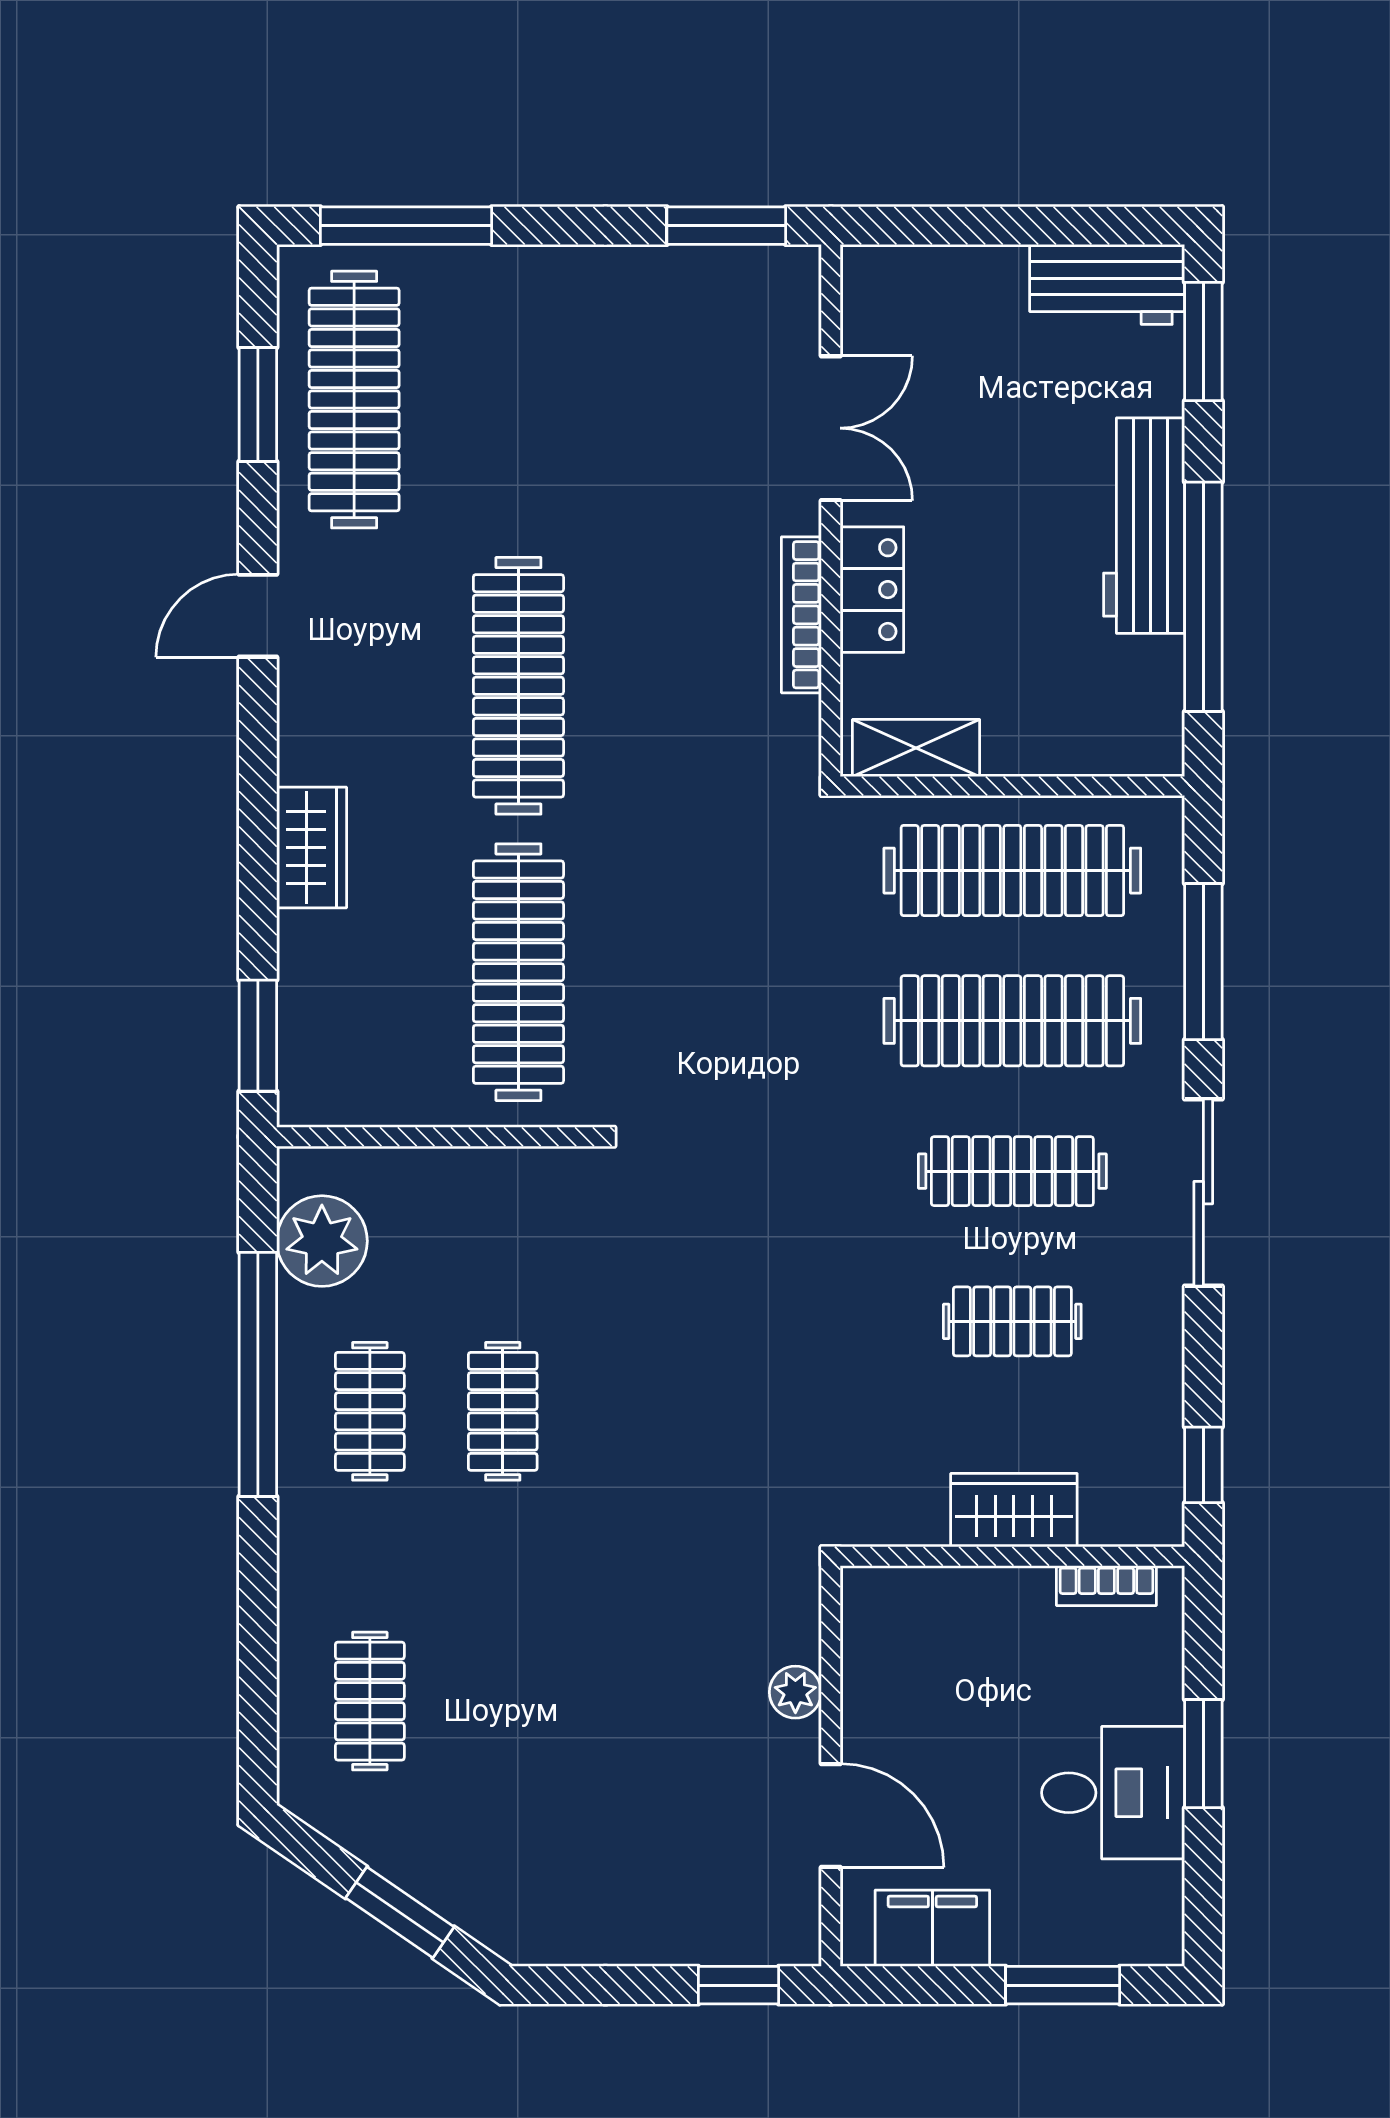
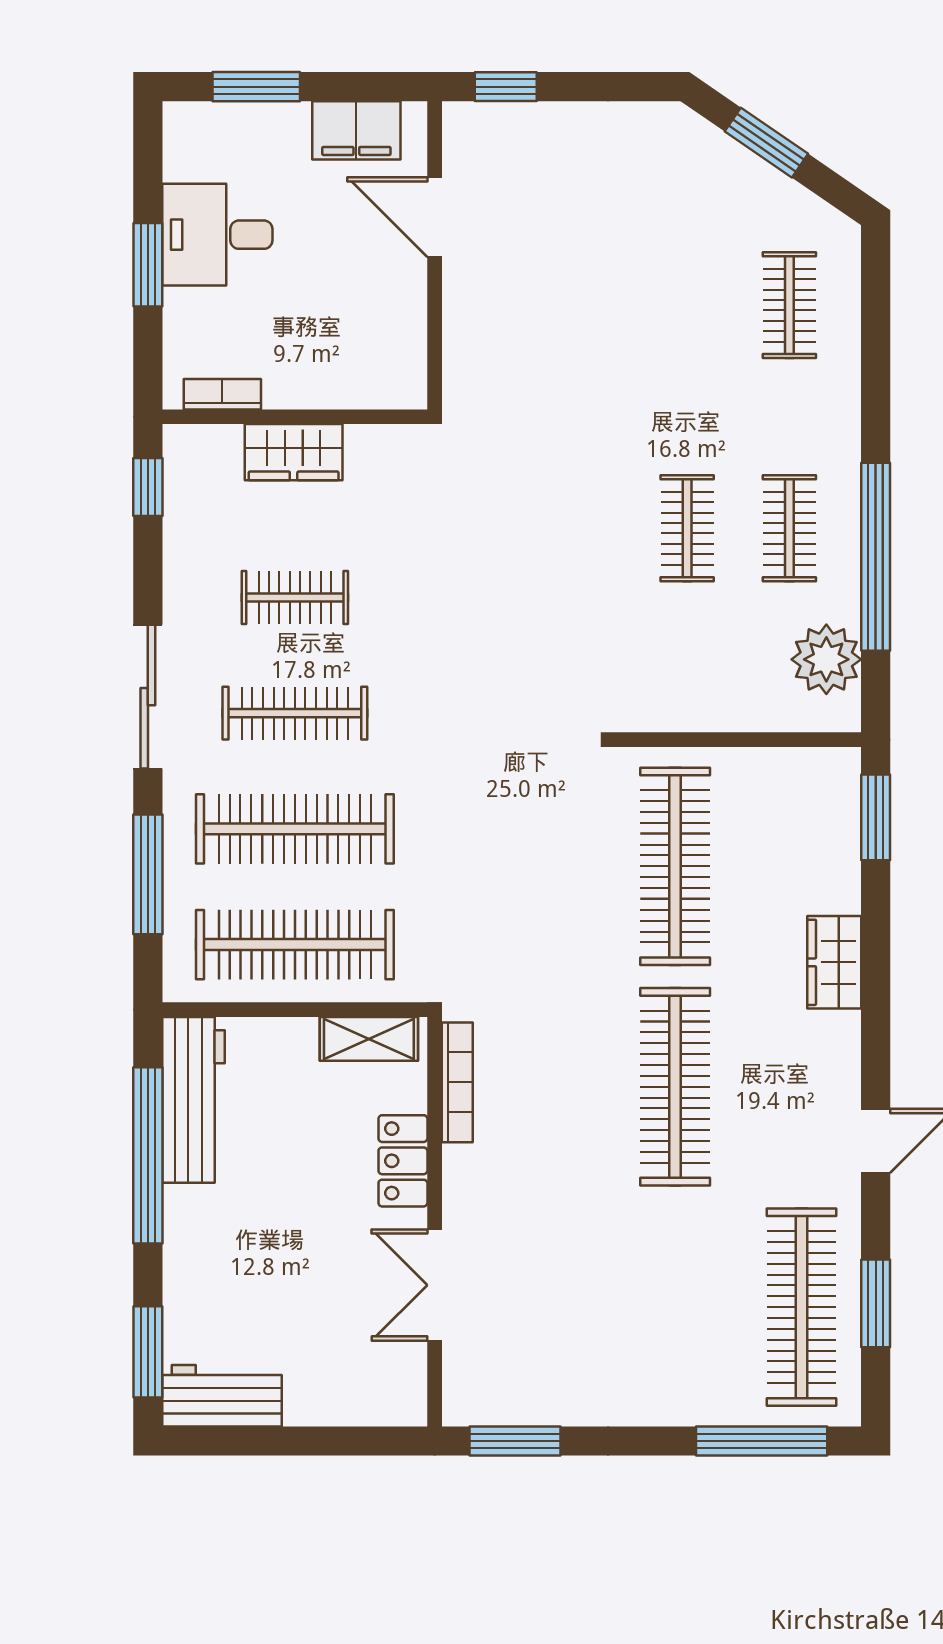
workbench: (1144, 526) -> (193, 1100), moved
bookcase: (801, 615) -> (457, 1082), moved
plant: (795, 1692) -> (462, 312), removed

